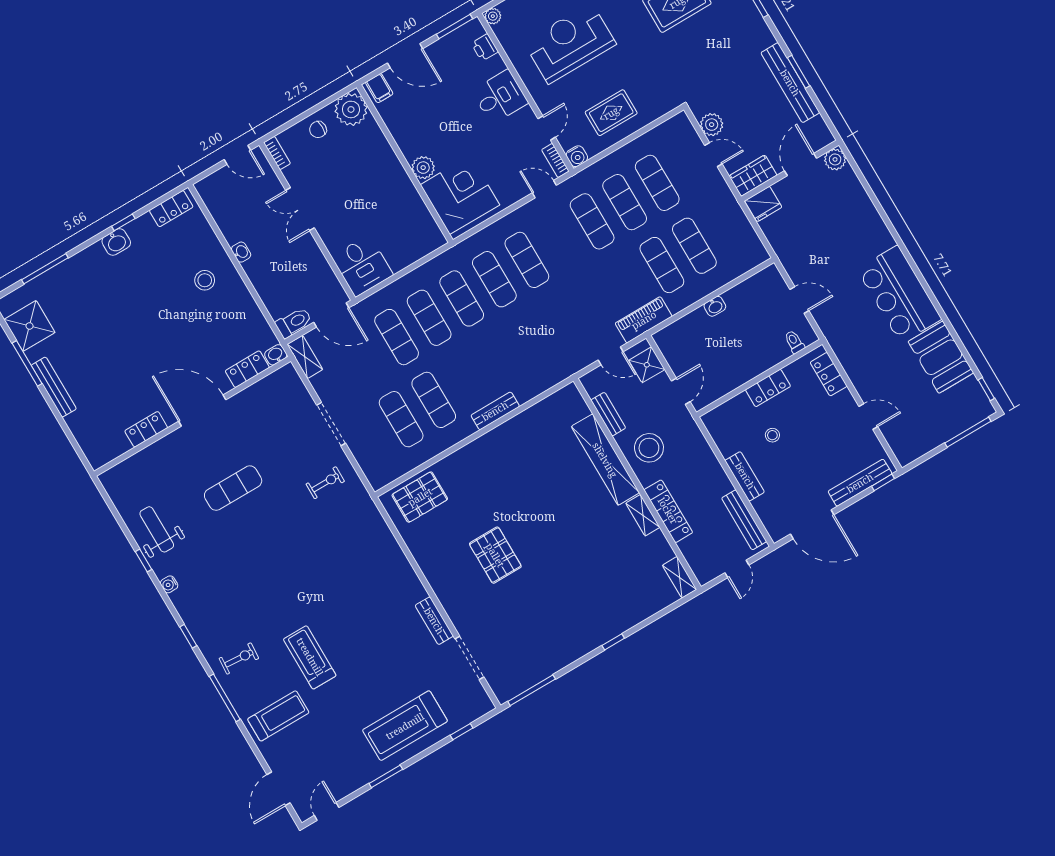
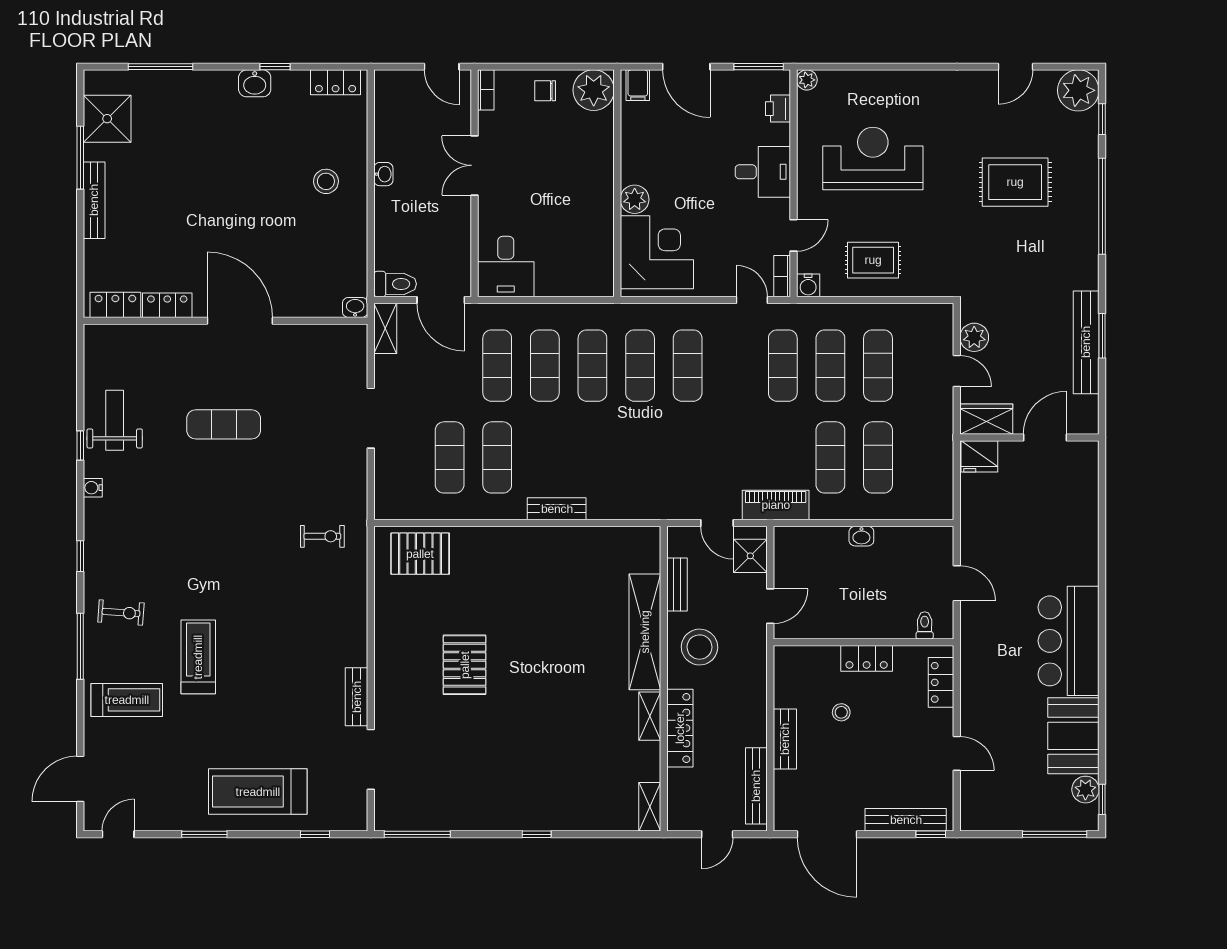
plant: (835, 159) -> (1085, 790), moved
locker: (247, 369) -> (115, 305), moved
exercise bike: (325, 483) -> (322, 536), moved

